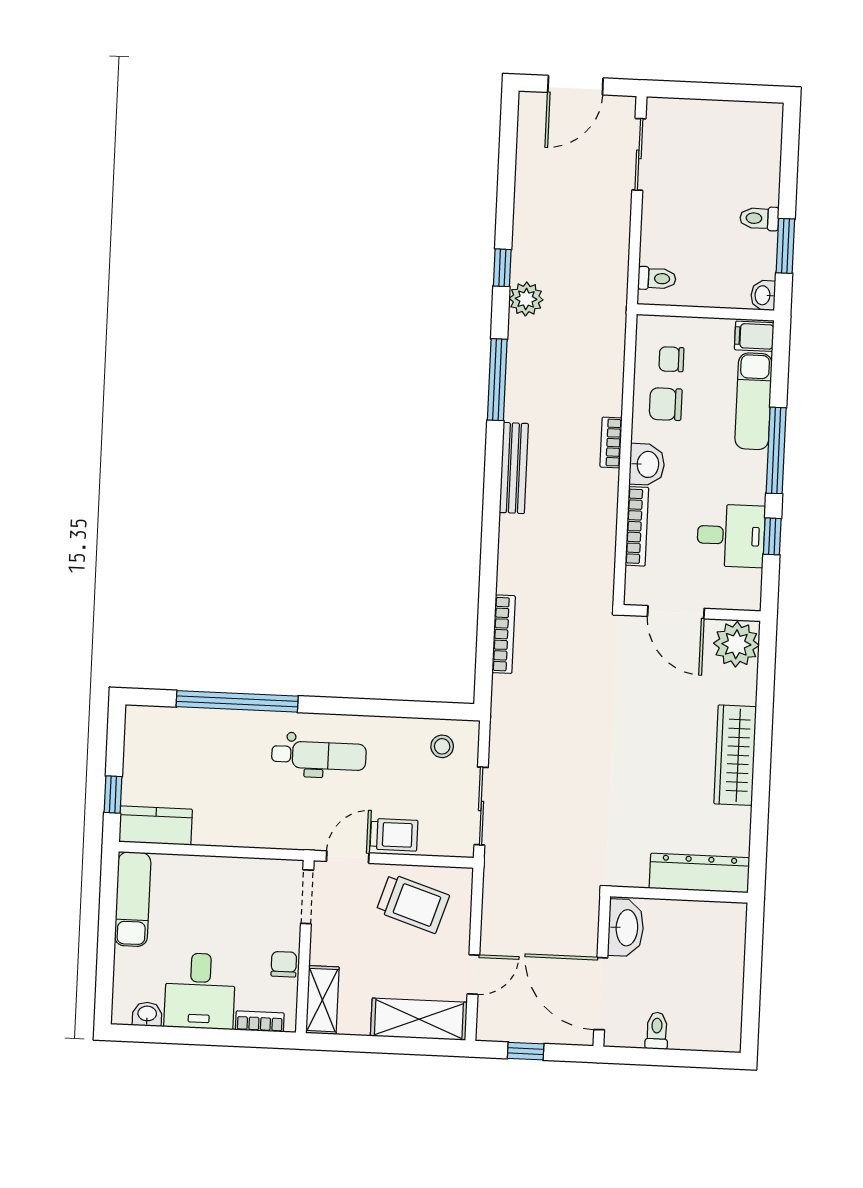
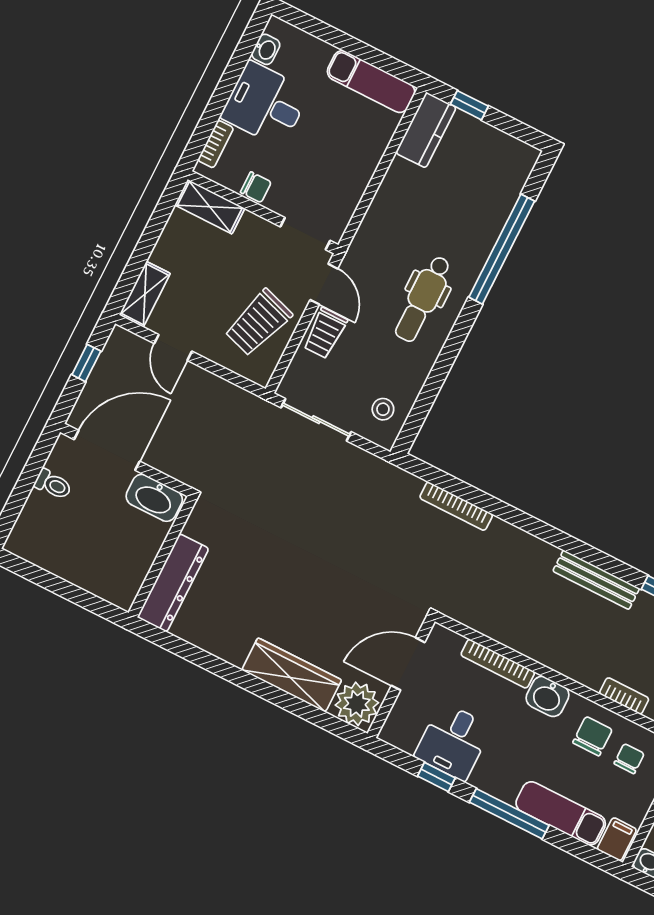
bookcase: (611, 442) -> (624, 696), moved
wardrobe: (735, 755) -> (292, 675), moved
shelving: (419, 1019) -> (145, 294), width x0.67, depth x0.75

